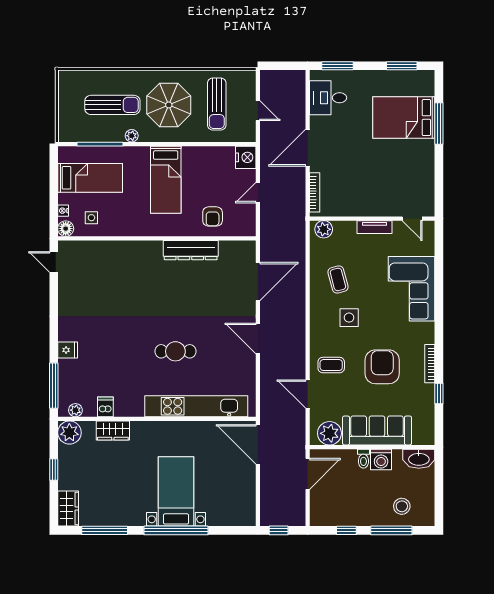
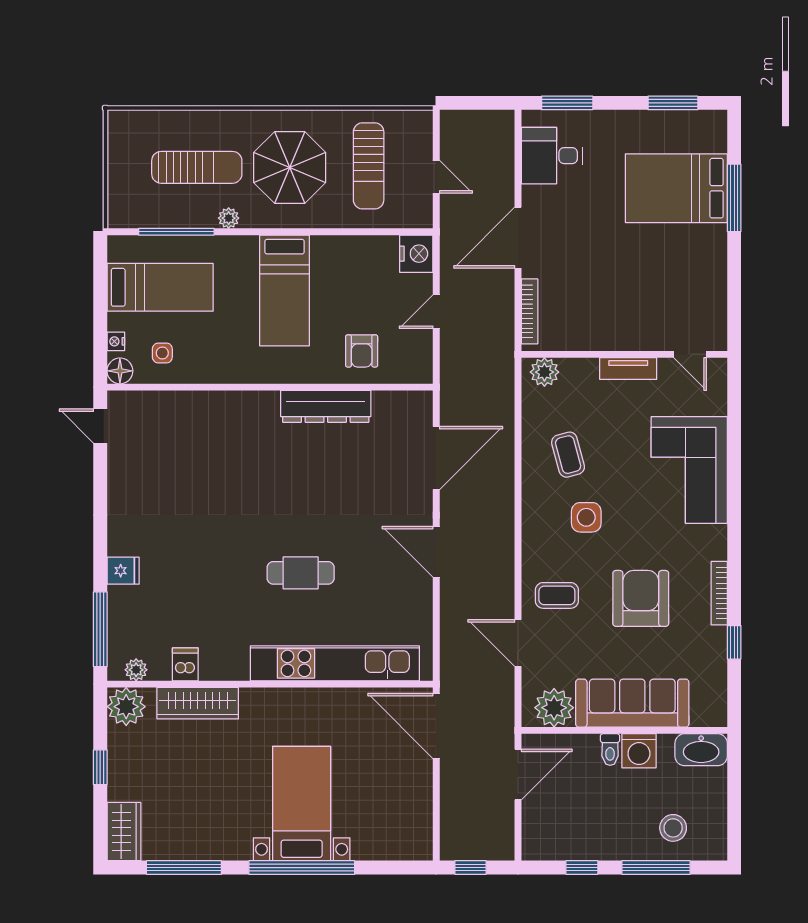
wardrobe: (113, 430) -> (198, 703), width x1.50

